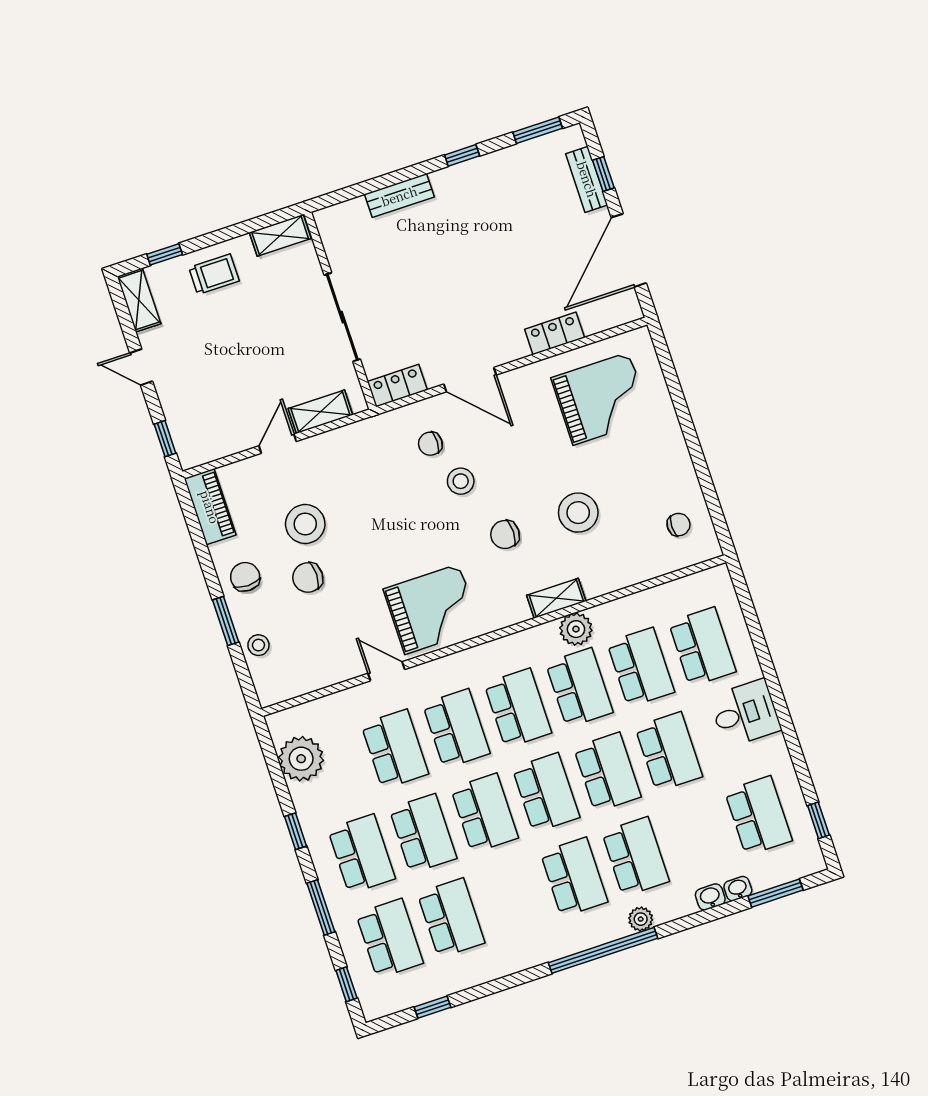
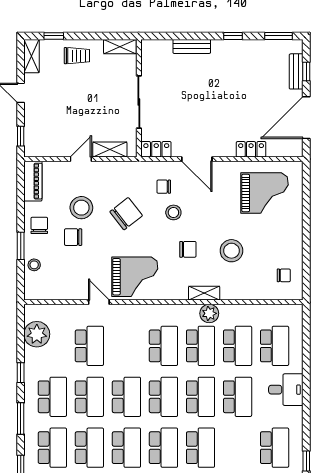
chair: (383, 509) -> (126, 214), added
chair: (505, 534) -> (188, 249), turned 180
school desk: (456, 729) -> (126, 448), moved

